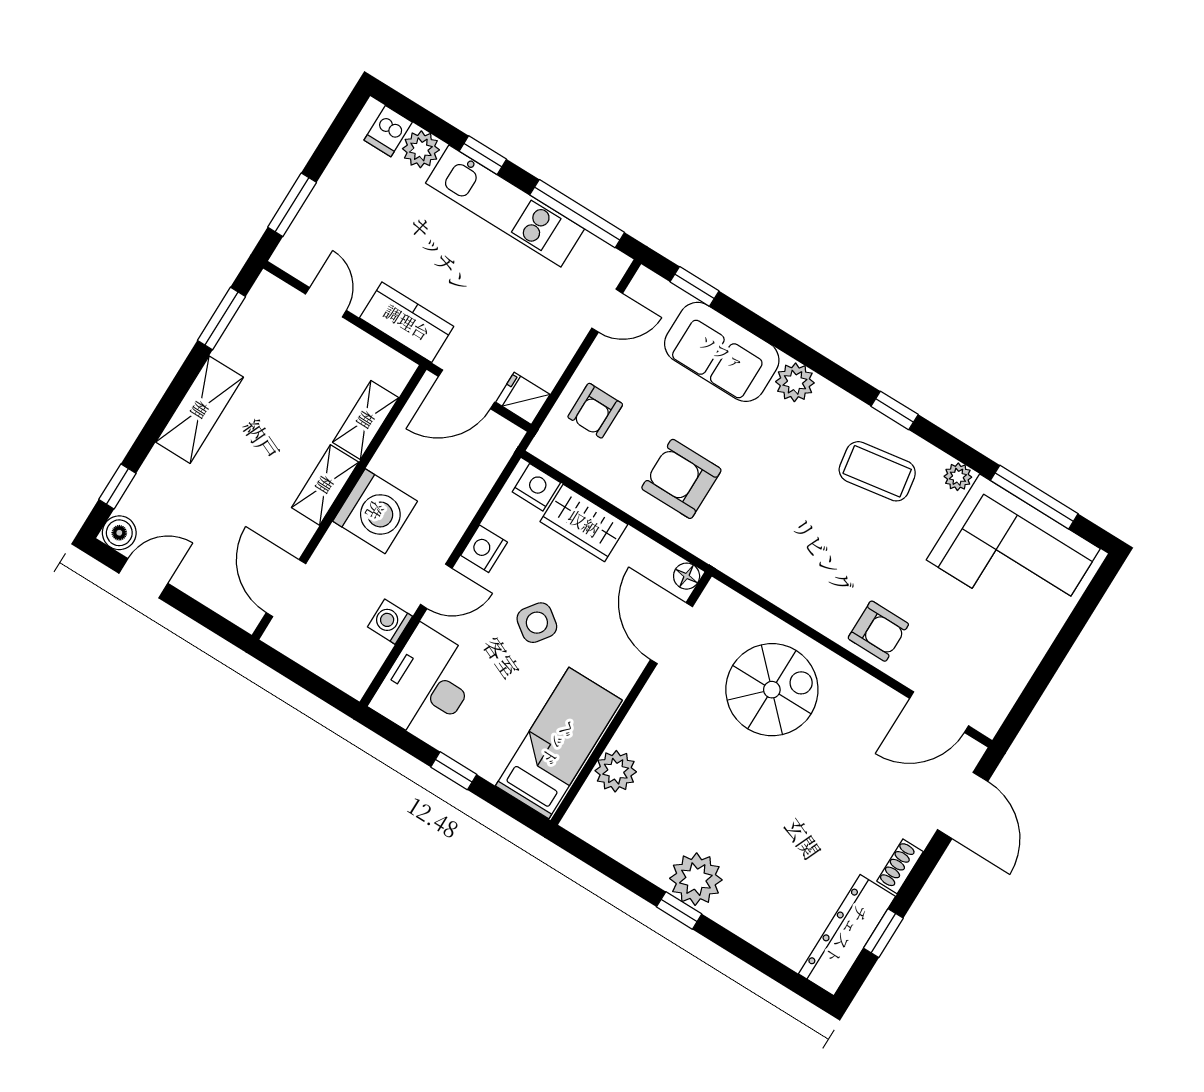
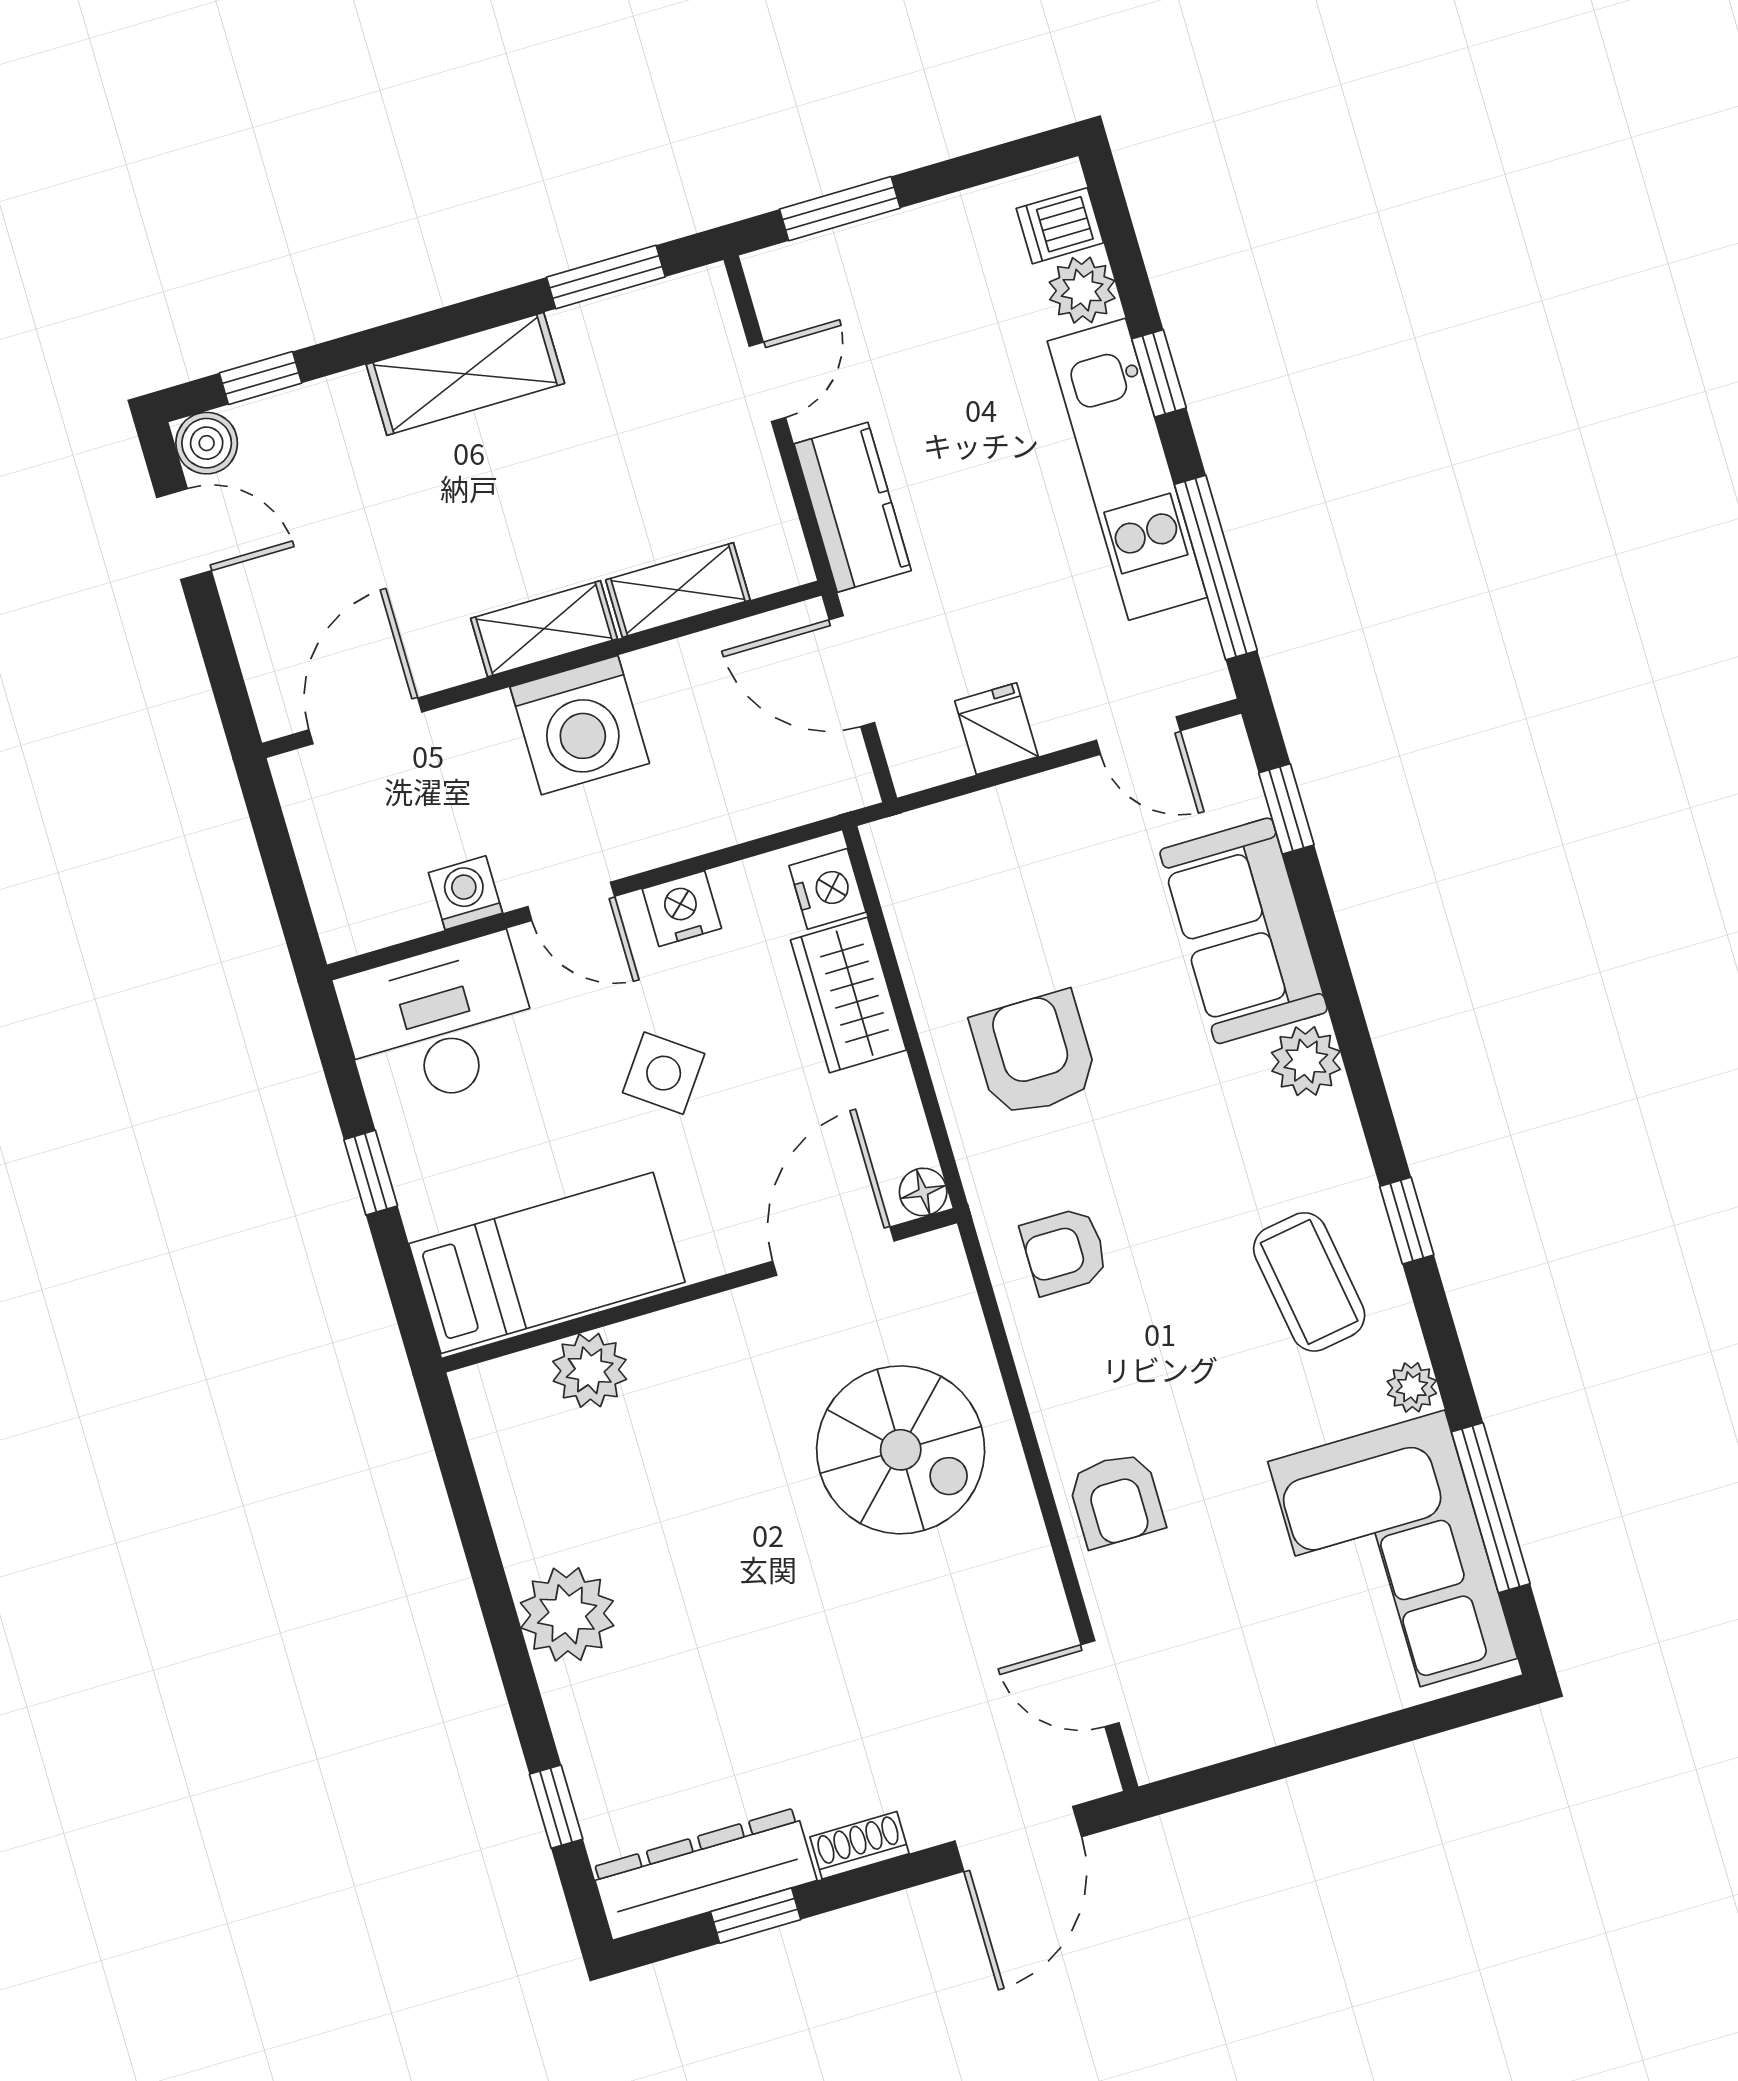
fridge: (523, 398) -> (996, 729), moved
armchair: (595, 411) -> (1065, 1251), moved
door: (939, 712) -> (1100, 1684), width x0.73
window: (679, 910) -> (556, 1807), moved

